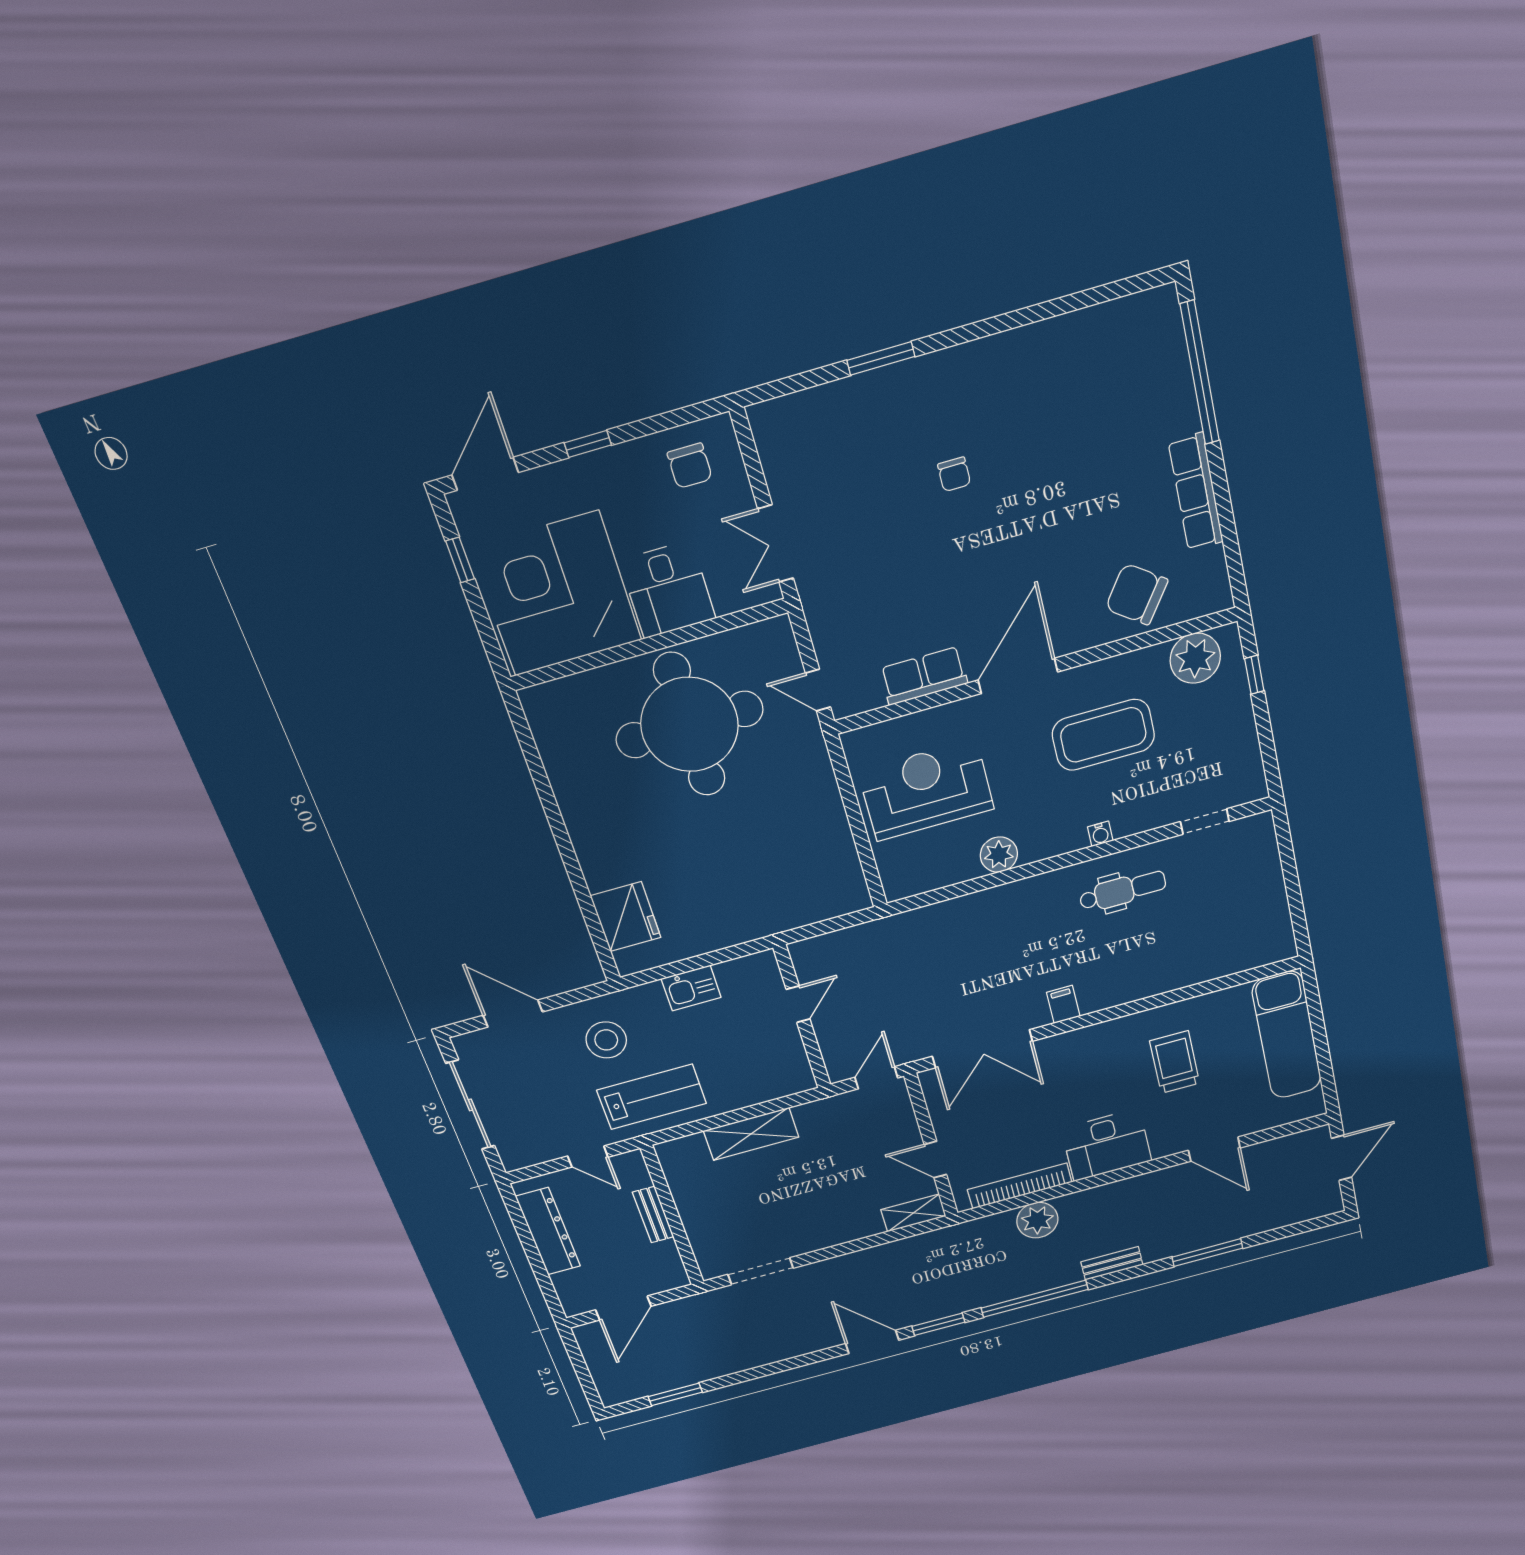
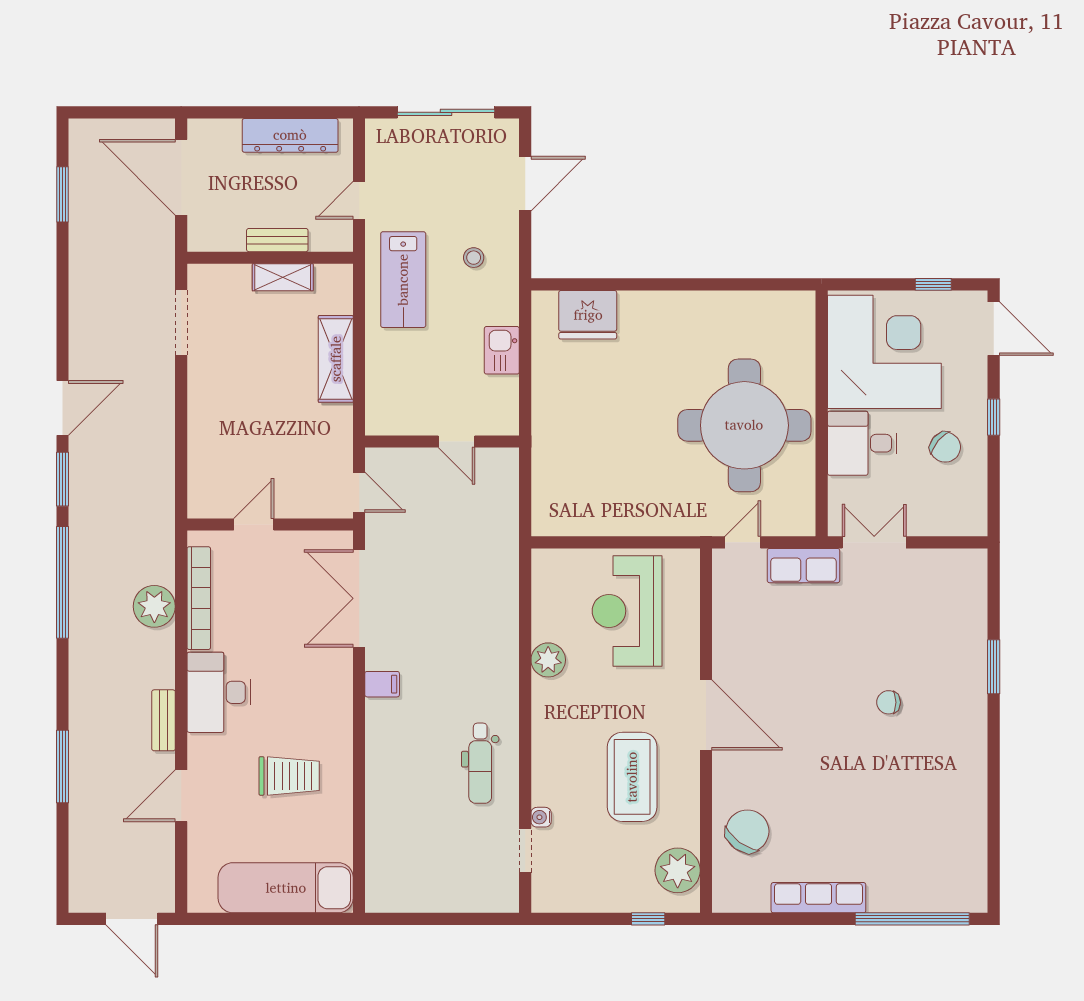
chair: (690, 466) -> (945, 447), moved, turned -140
row of seats: (924, 676) -> (803, 566), moved, turned 90
reception desk: (926, 790) -> (627, 611), turned 180
water cooler: (1100, 834) -> (541, 817), moved
stool: (606, 1040) -> (474, 258), width x0.53, depth x0.53
shelving: (913, 1213) -> (283, 277), moved, turned 90
bench: (1112, 1263) -> (164, 720), moved
door: (623, 1308) -> (181, 177), width x1.36

